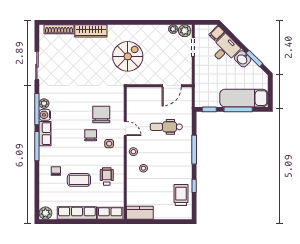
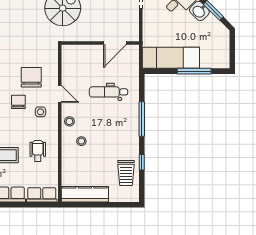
exam couch: (244, 98) -> (171, 58), moved
window: (209, 109) -> (160, 71), removed
trolley: (181, 195) -> (126, 173), turned 180
kitchen counter: (140, 213) -> (85, 194), width x1.50

